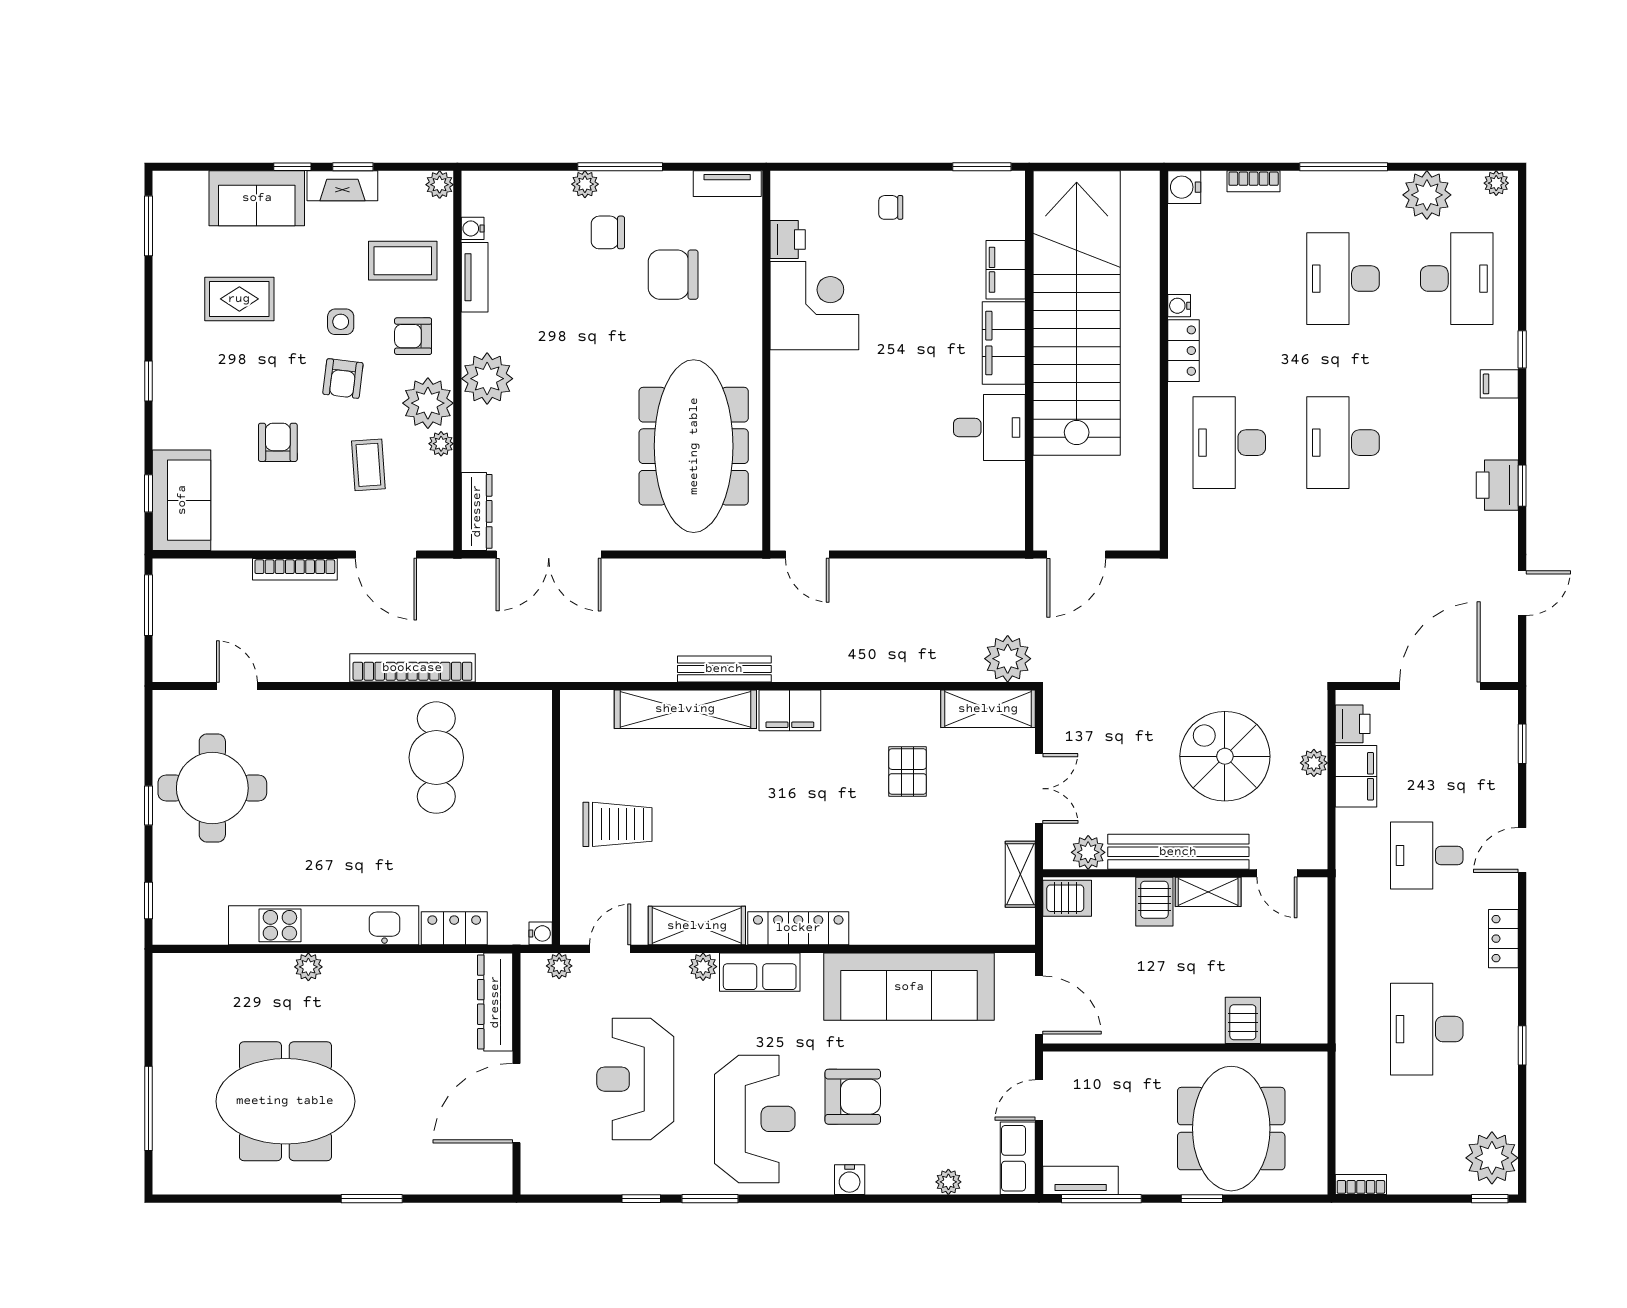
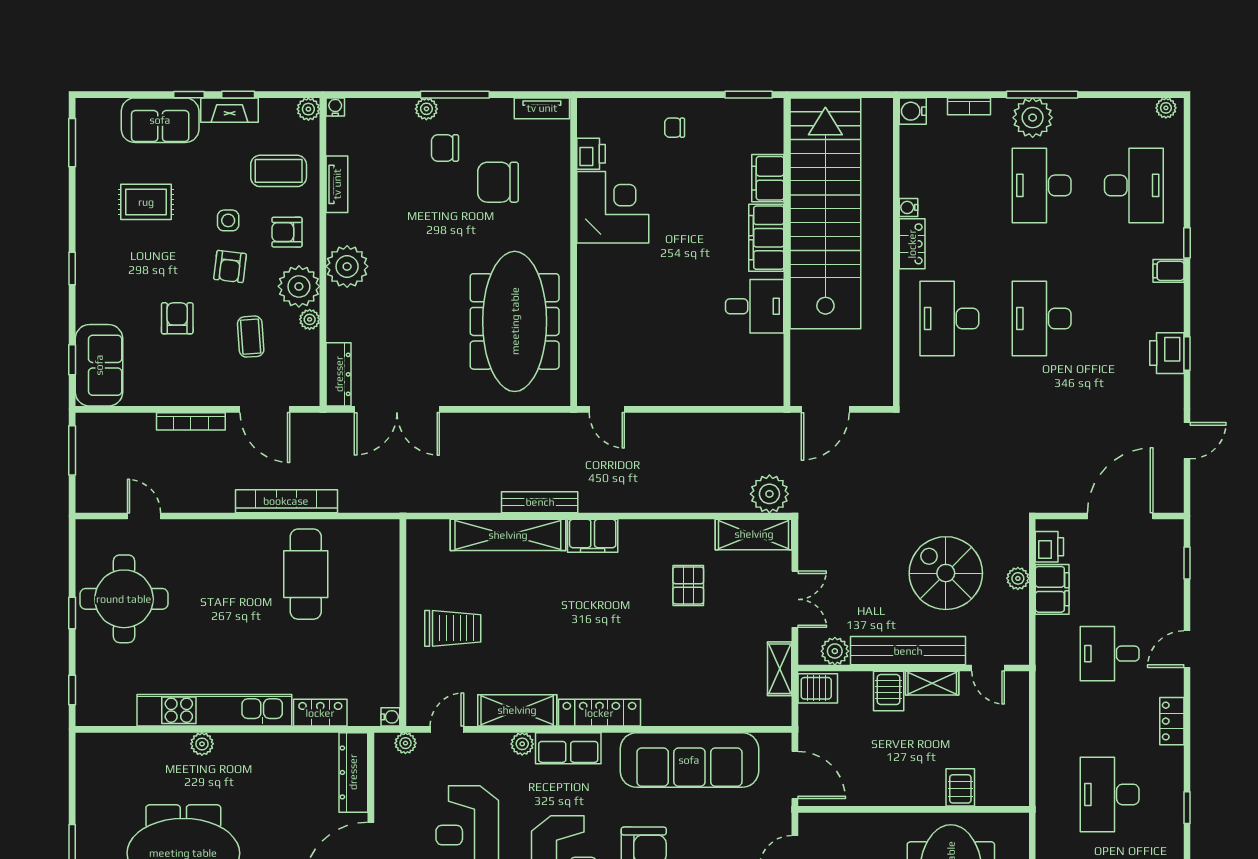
plant: (1427, 195) -> (1033, 118), moved
water cooler: (473, 228) -> (335, 107), moved, turned 90

